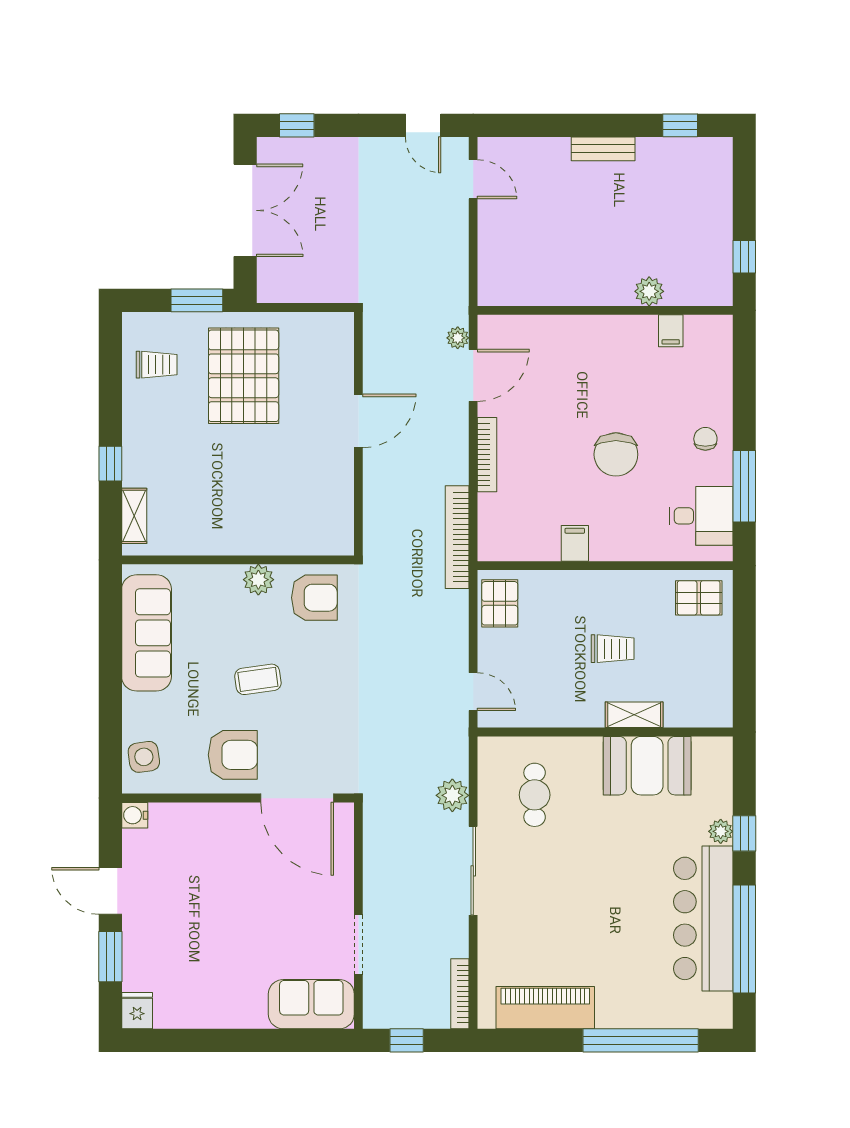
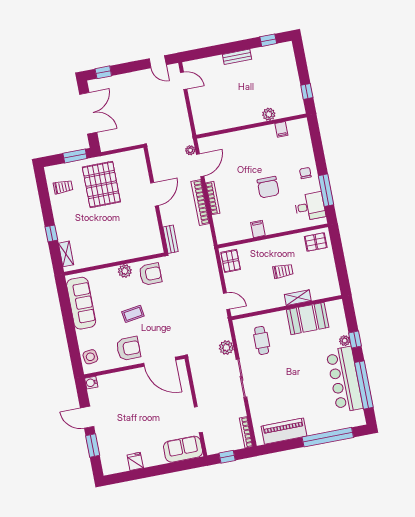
bench: (375, 528) -> (171, 239), added
bookcase: (457, 537) -> (200, 203), moved
fridge: (137, 1011) -> (135, 461), moved

